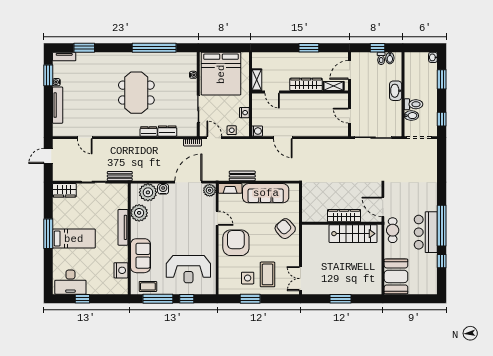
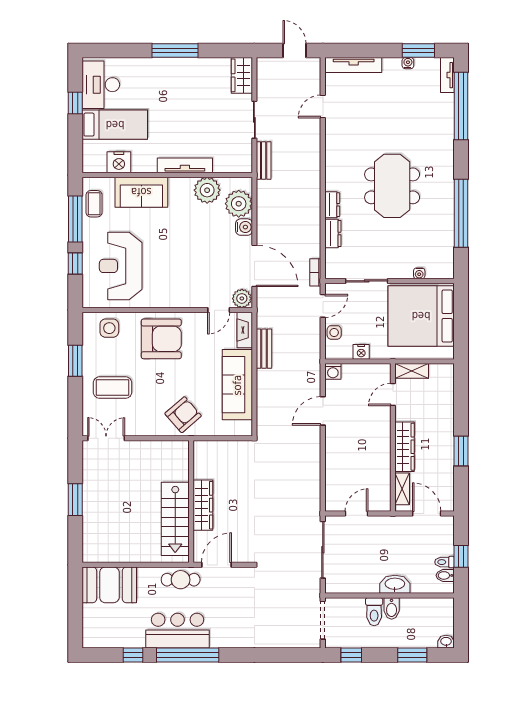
window: (84, 48) -> (461, 106), width x2.11
meeting table: (136, 93) -> (392, 186), turned 90
tv unit: (58, 105) -> (354, 65), moved
bidet: (411, 116) -> (392, 608), moved
door: (217, 218) -> (219, 310), moved
bed: (74, 239) -> (115, 125), moved, turned -90
side table: (248, 278) -> (109, 328), moved

